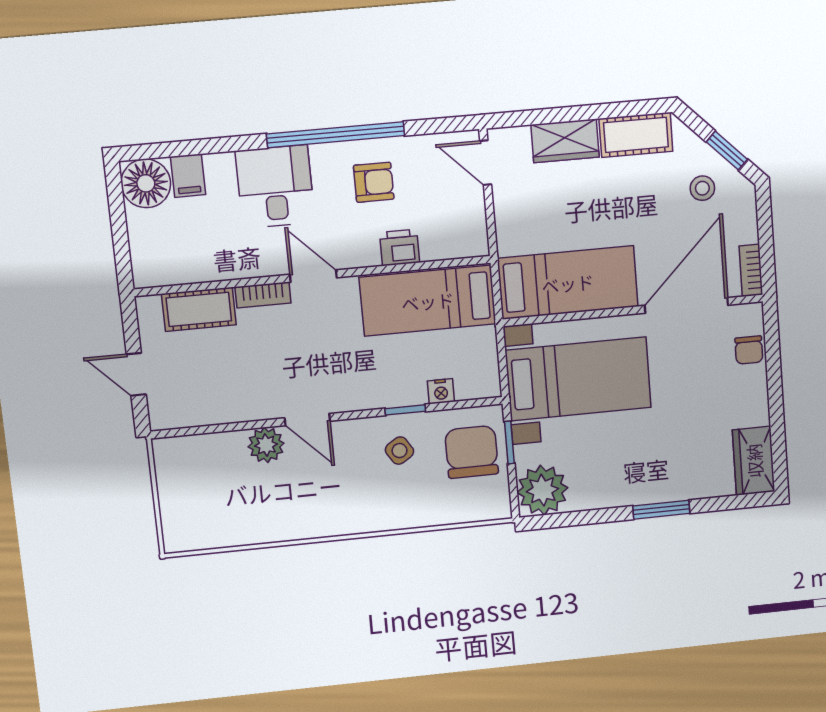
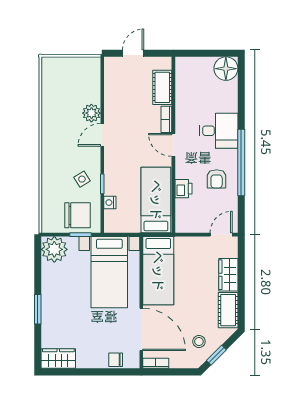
filing cabinet: (188, 176) -> (228, 89), removed
door: (313, 276) -> (173, 145), swing flipped

